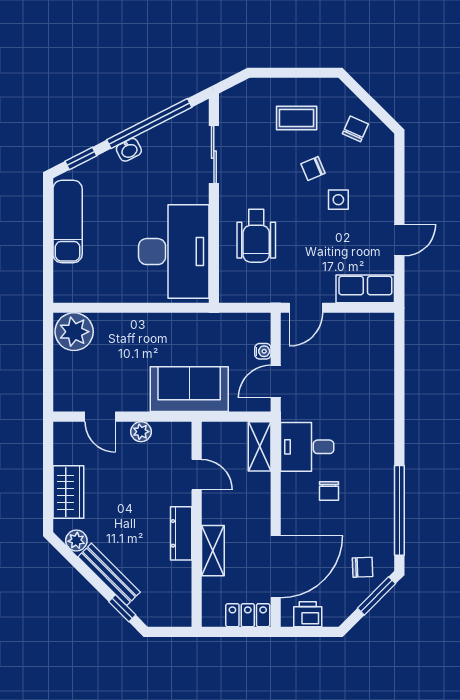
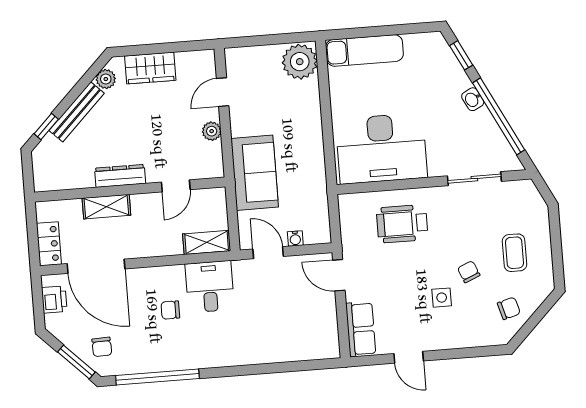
chair: (355, 129) -> (509, 308), turned -40
exam couch: (68, 221) -> (364, 50), moved

